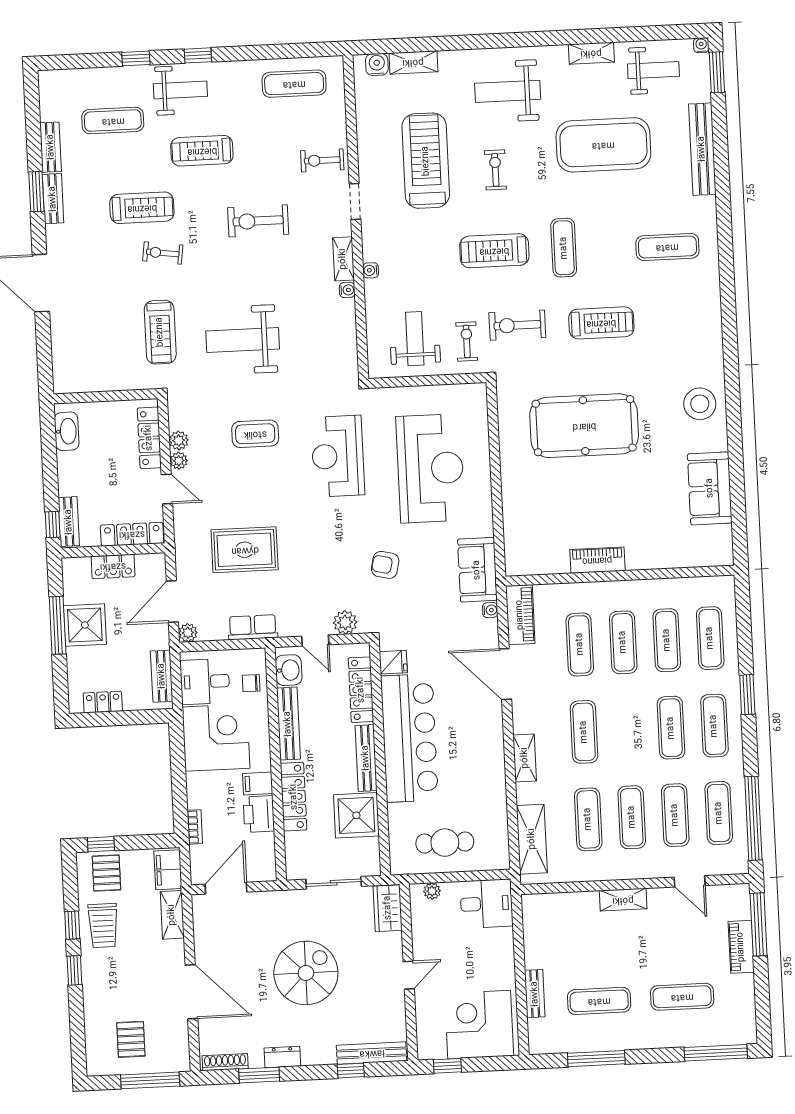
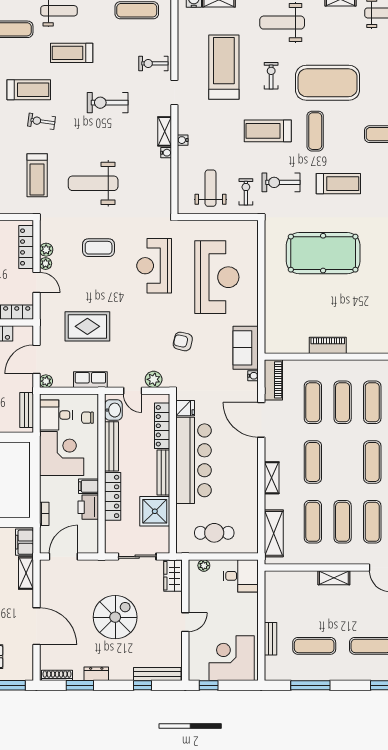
exercise mat: (603, 145) -> (328, 83), moved

